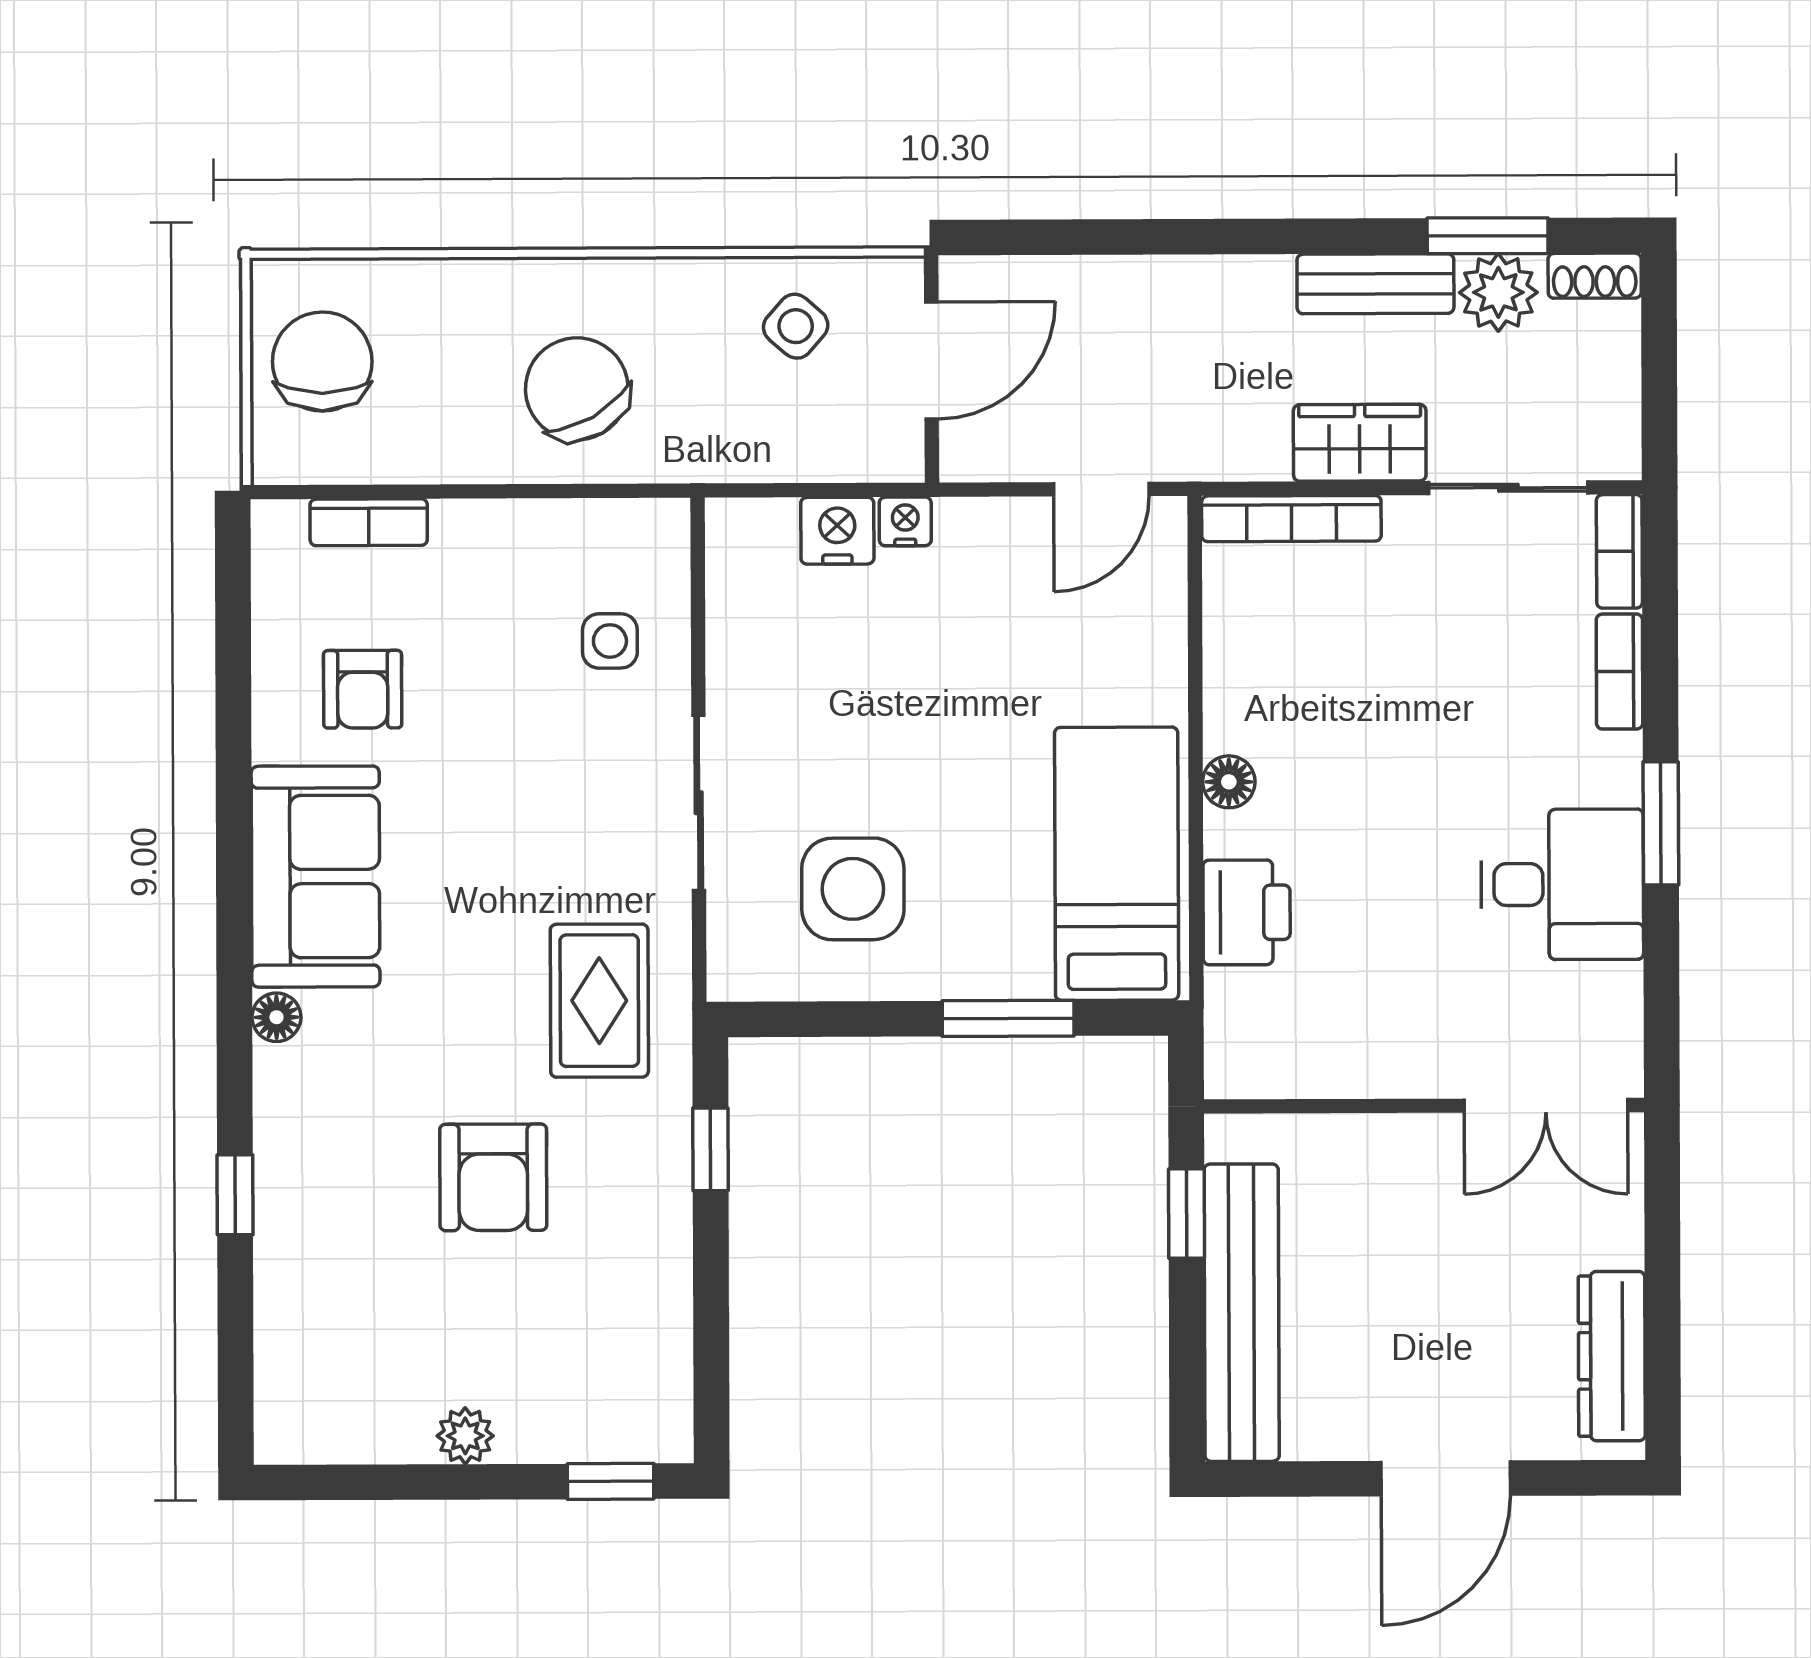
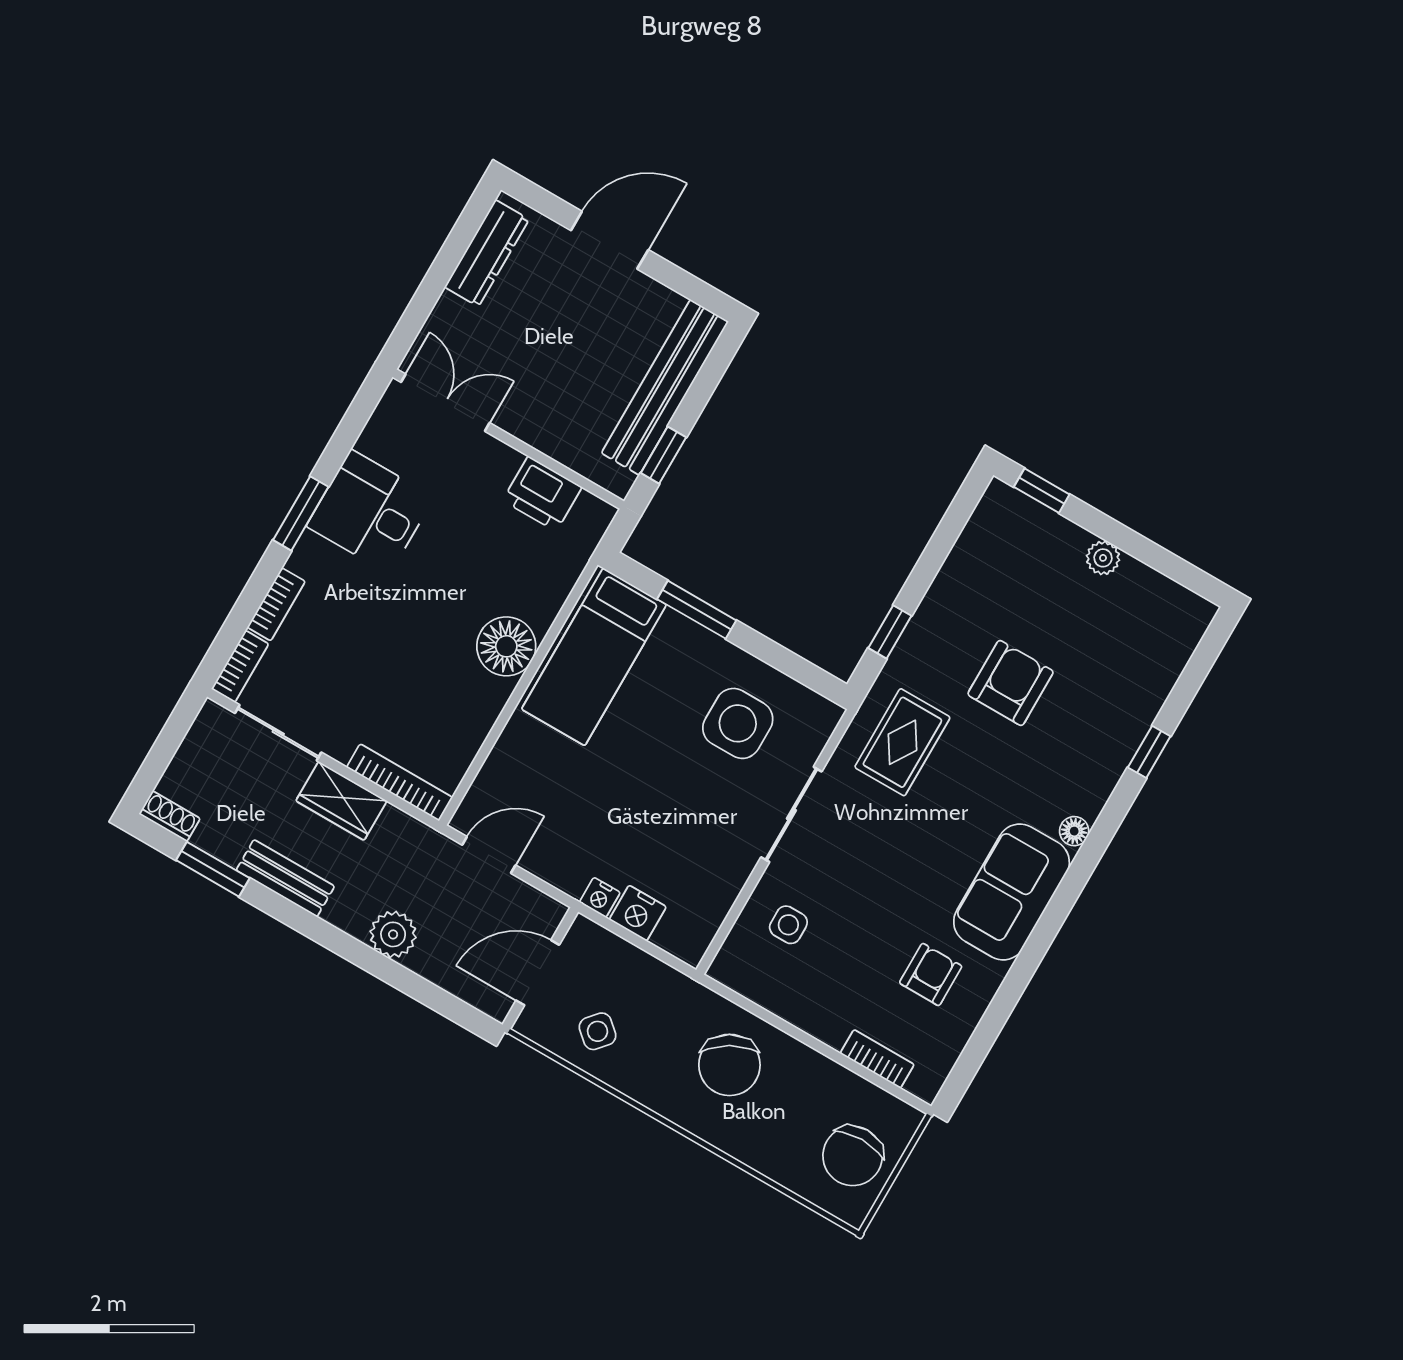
plant: (1498, 292) -> (393, 934), moved
floor lamp: (1229, 782) -> (506, 646), width x1.89, depth x1.89
printer: (1247, 912) -> (542, 494), moved, turned -90

